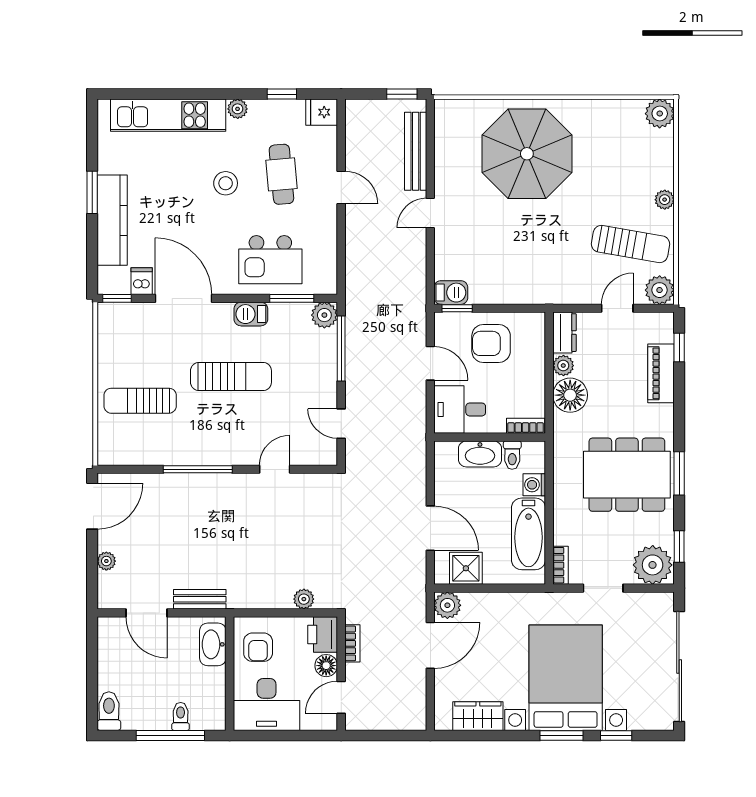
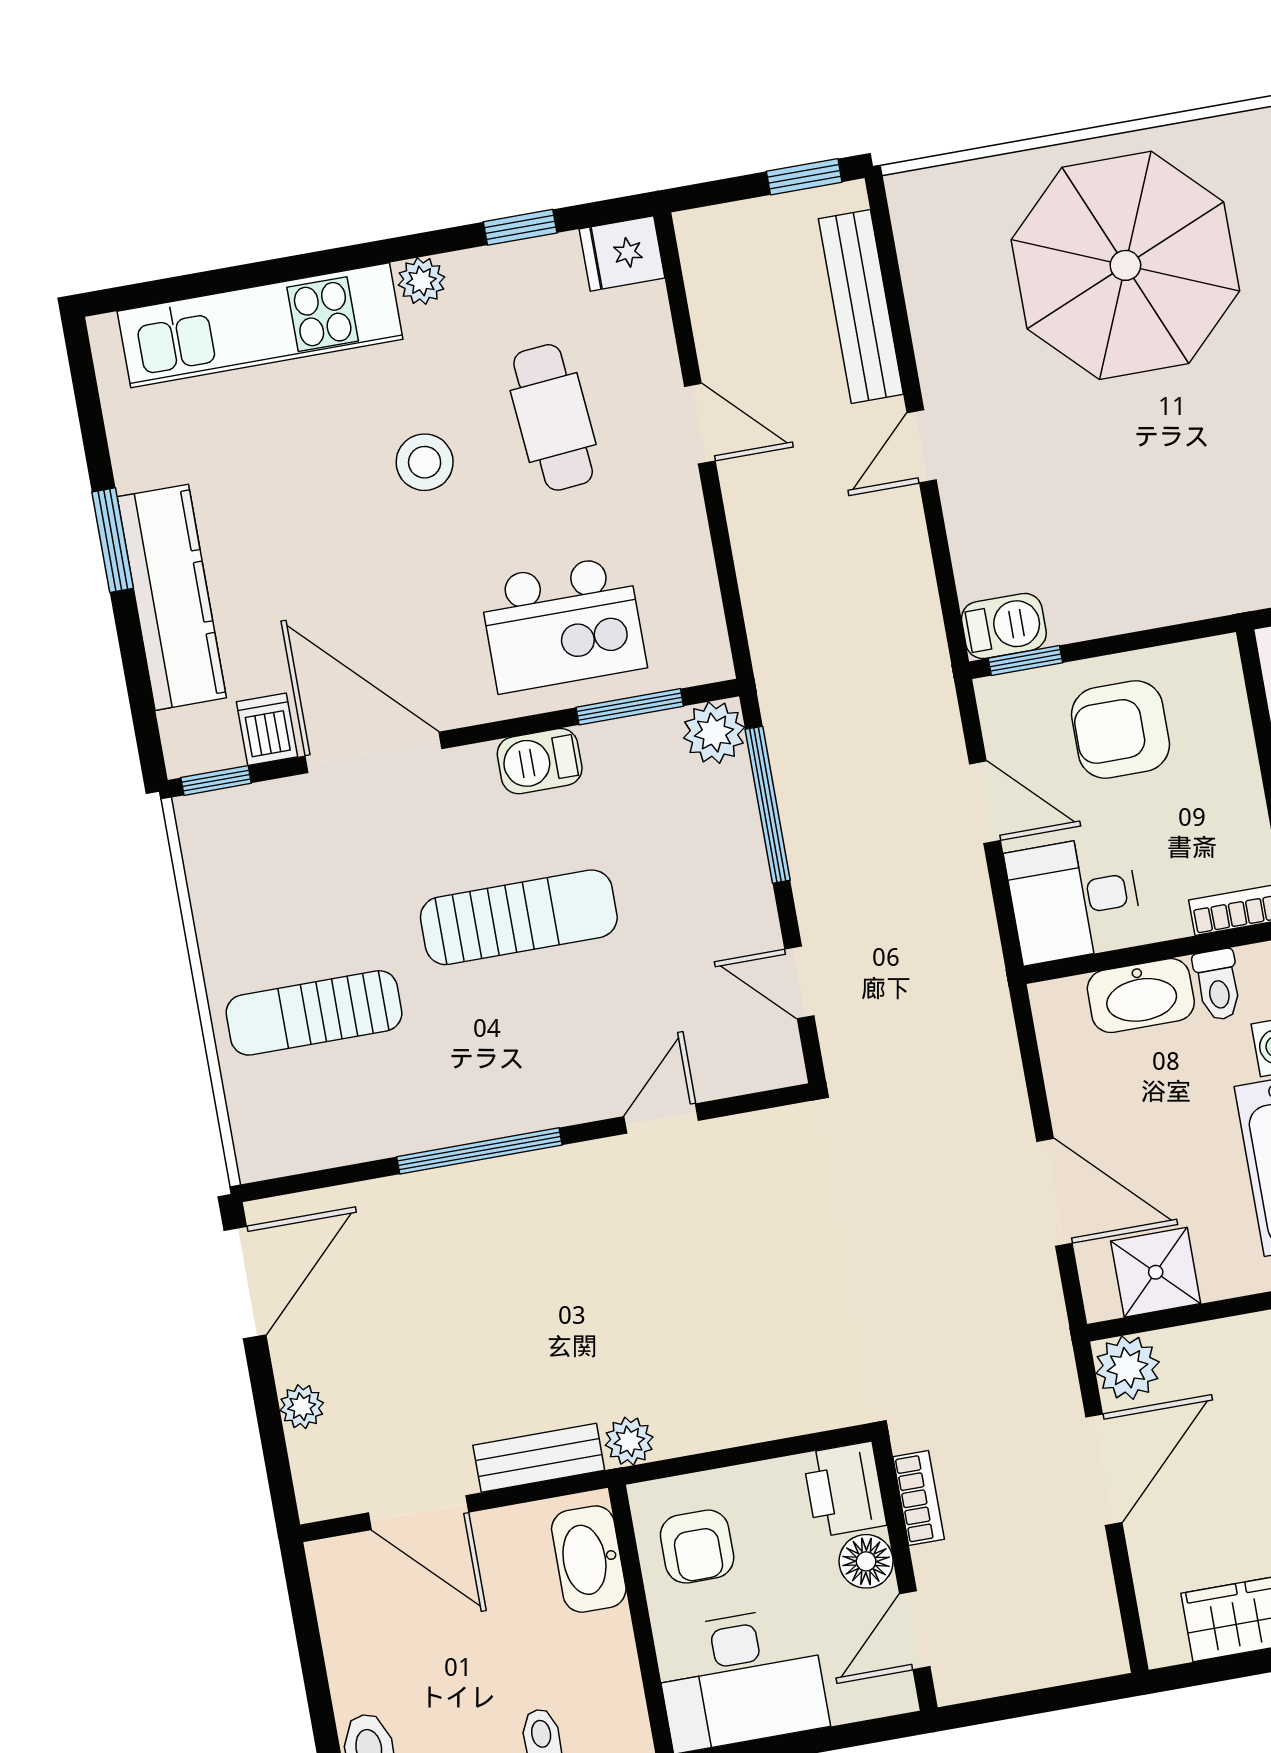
plant: (304, 599) -> (629, 1441), moved

